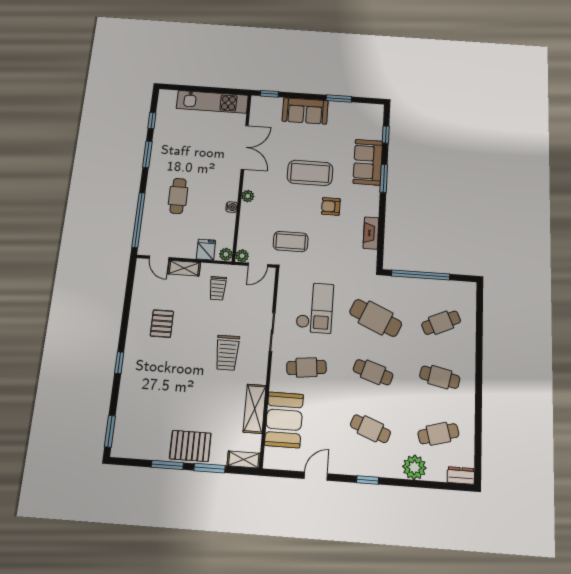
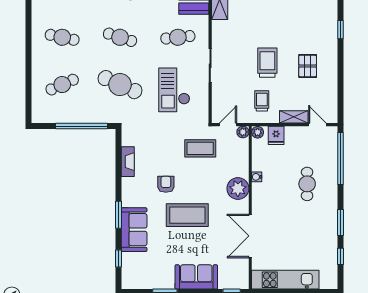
plant: (248, 196) -> (238, 189), width x1.88, depth x1.88
armchair: (331, 206) -> (166, 184), turned -90
trolley: (227, 353) -> (267, 63), moved

